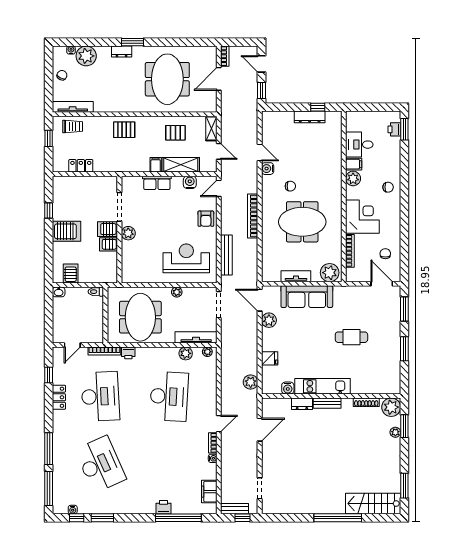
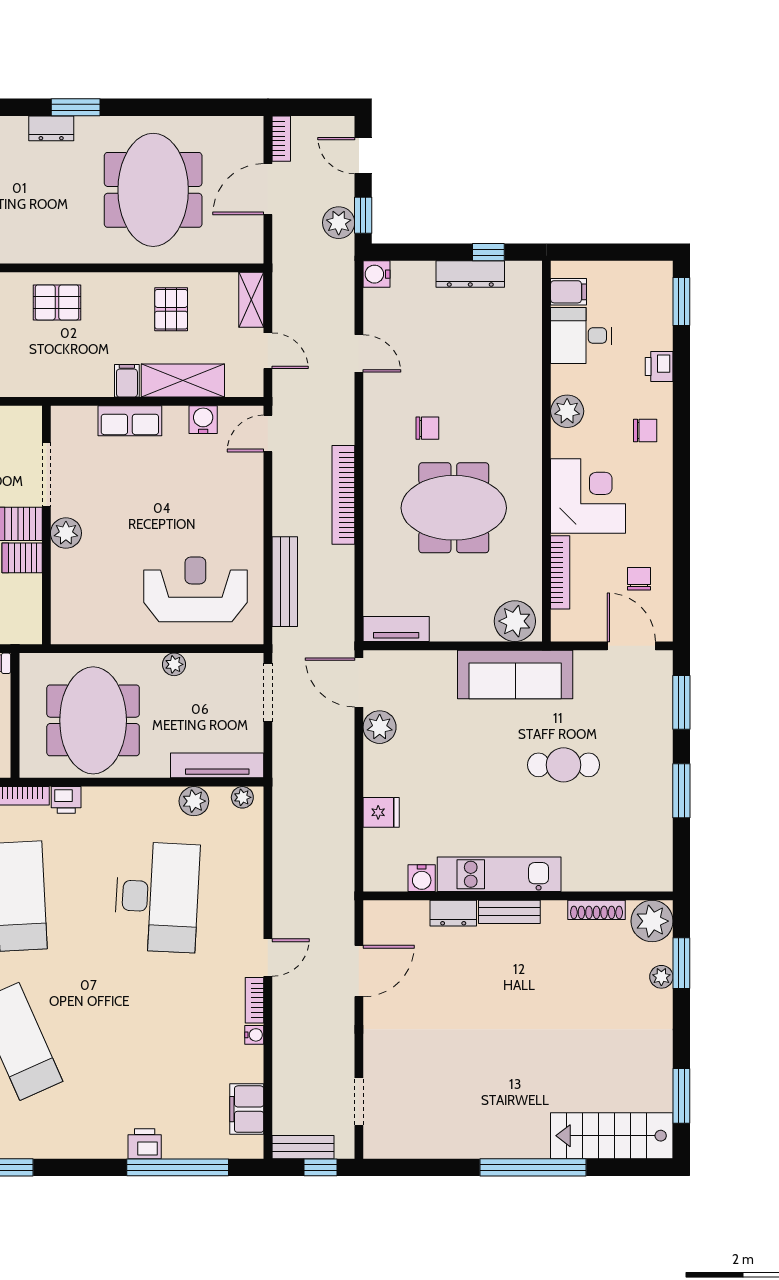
printer: (394, 129) -> (659, 366), moved
pallet: (175, 133) -> (171, 309), turned 90
filing cabinet: (354, 164) -> (568, 292), moved
water cooler: (268, 169) -> (377, 274), moved
armchair: (206, 219) -> (239, 501), removed
tv unit: (296, 276) -> (396, 629), moved
sofa: (307, 297) -> (515, 674), moved
plant: (251, 382) -> (339, 223), moved

